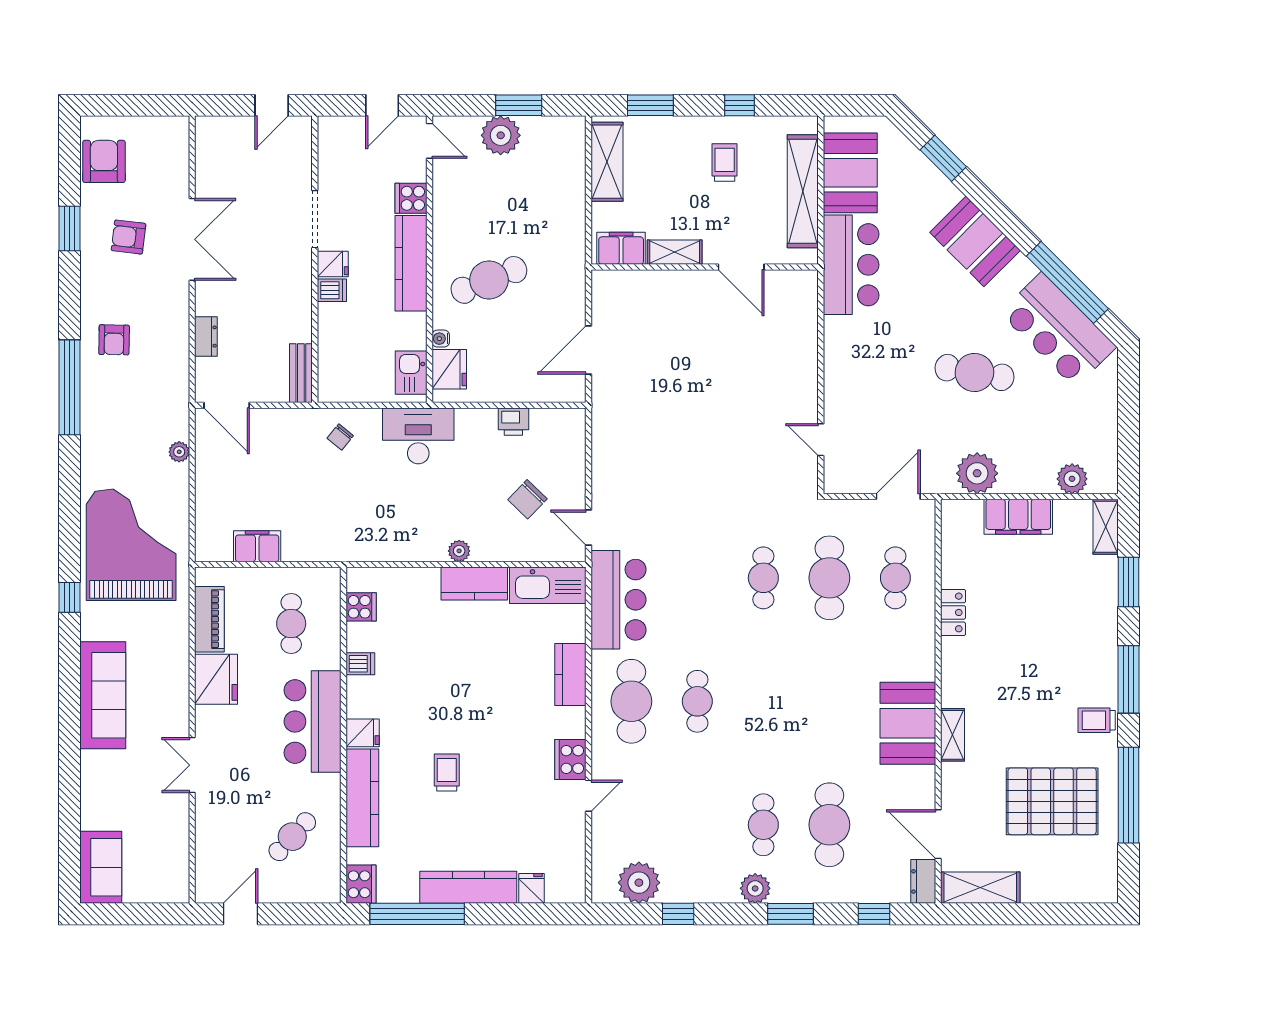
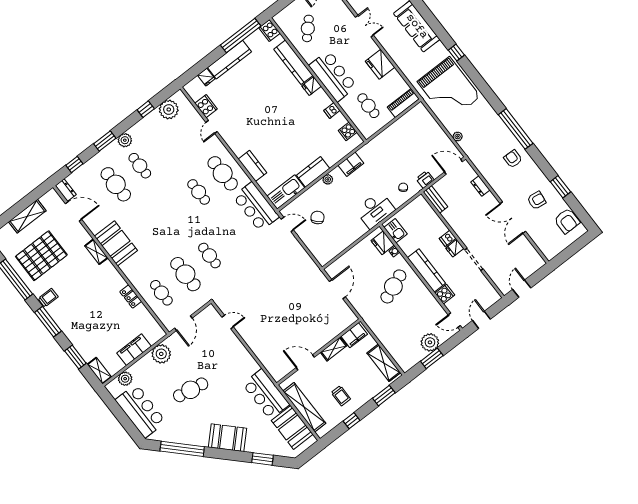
bar counter: (1058, 330) -> (141, 411), moved, turned 45
printer: (513, 422) -> (425, 179), moved
filing cabinet: (257, 546) -> (351, 164), moved
piano: (209, 619) -> (403, 103), moved, turned 90
cooker: (570, 759) -> (206, 106), moved
trolley: (447, 773) -> (270, 95), removed
shelving: (980, 888) -> (27, 216), moved

